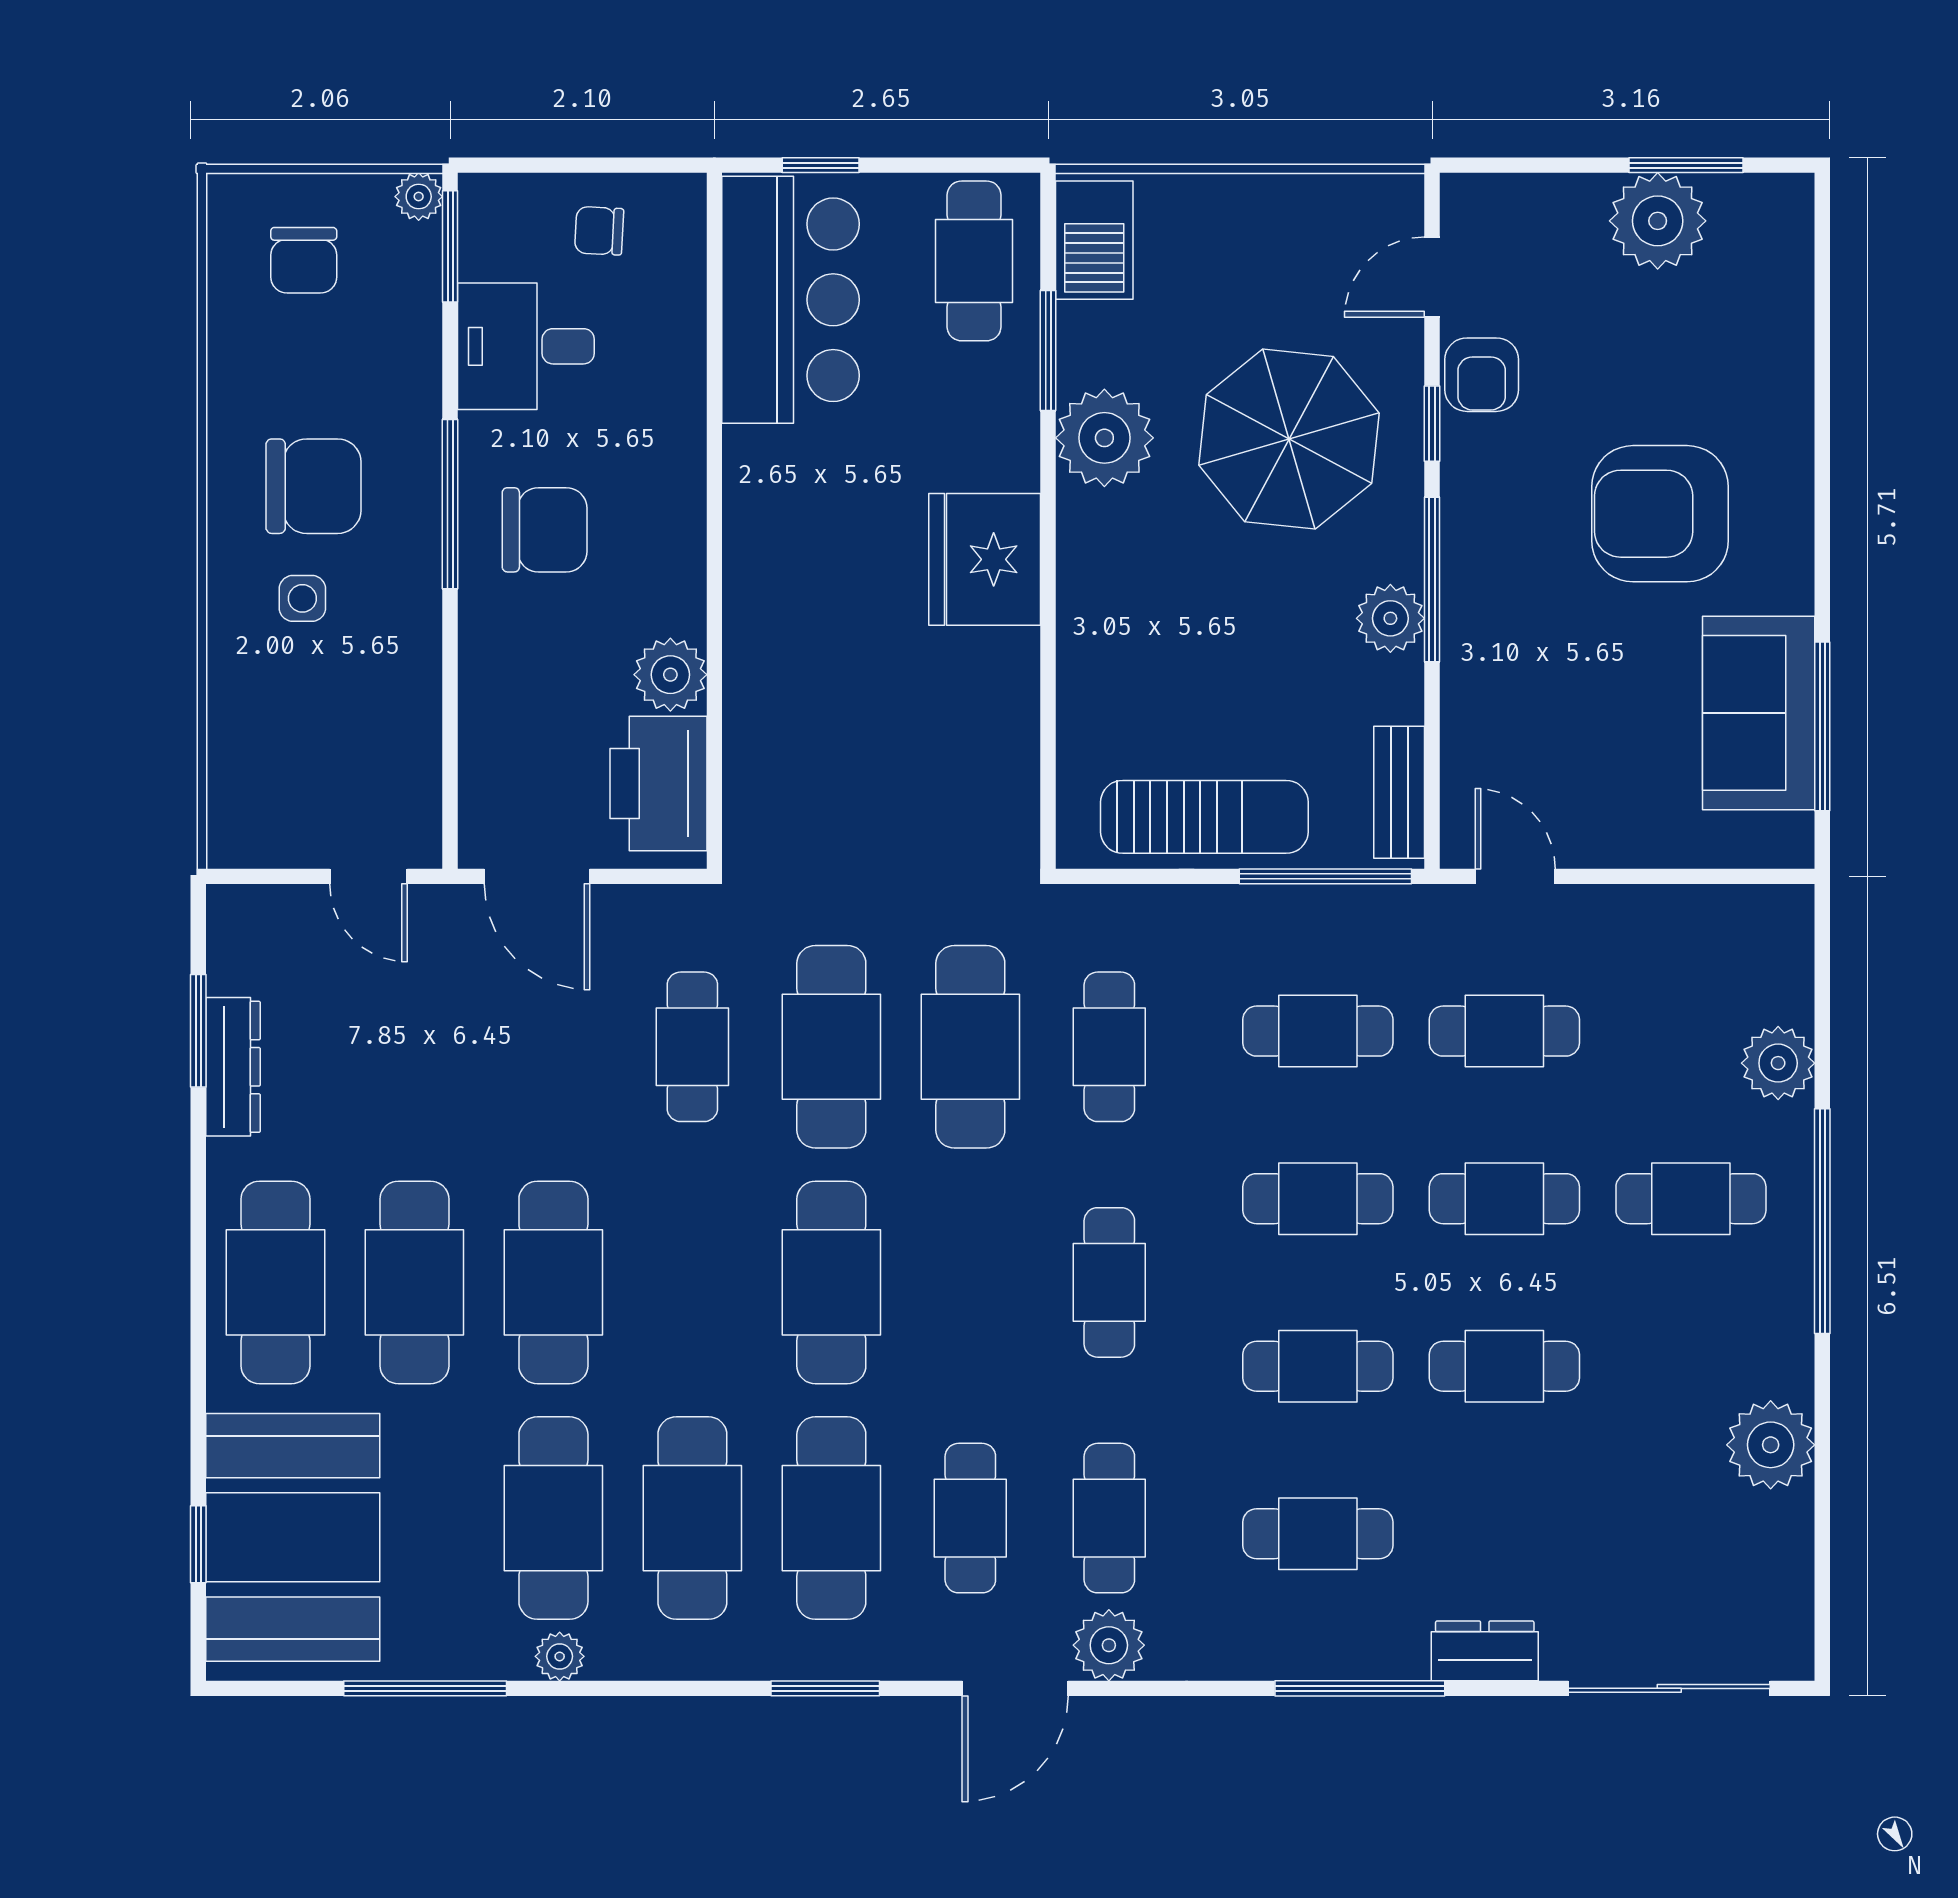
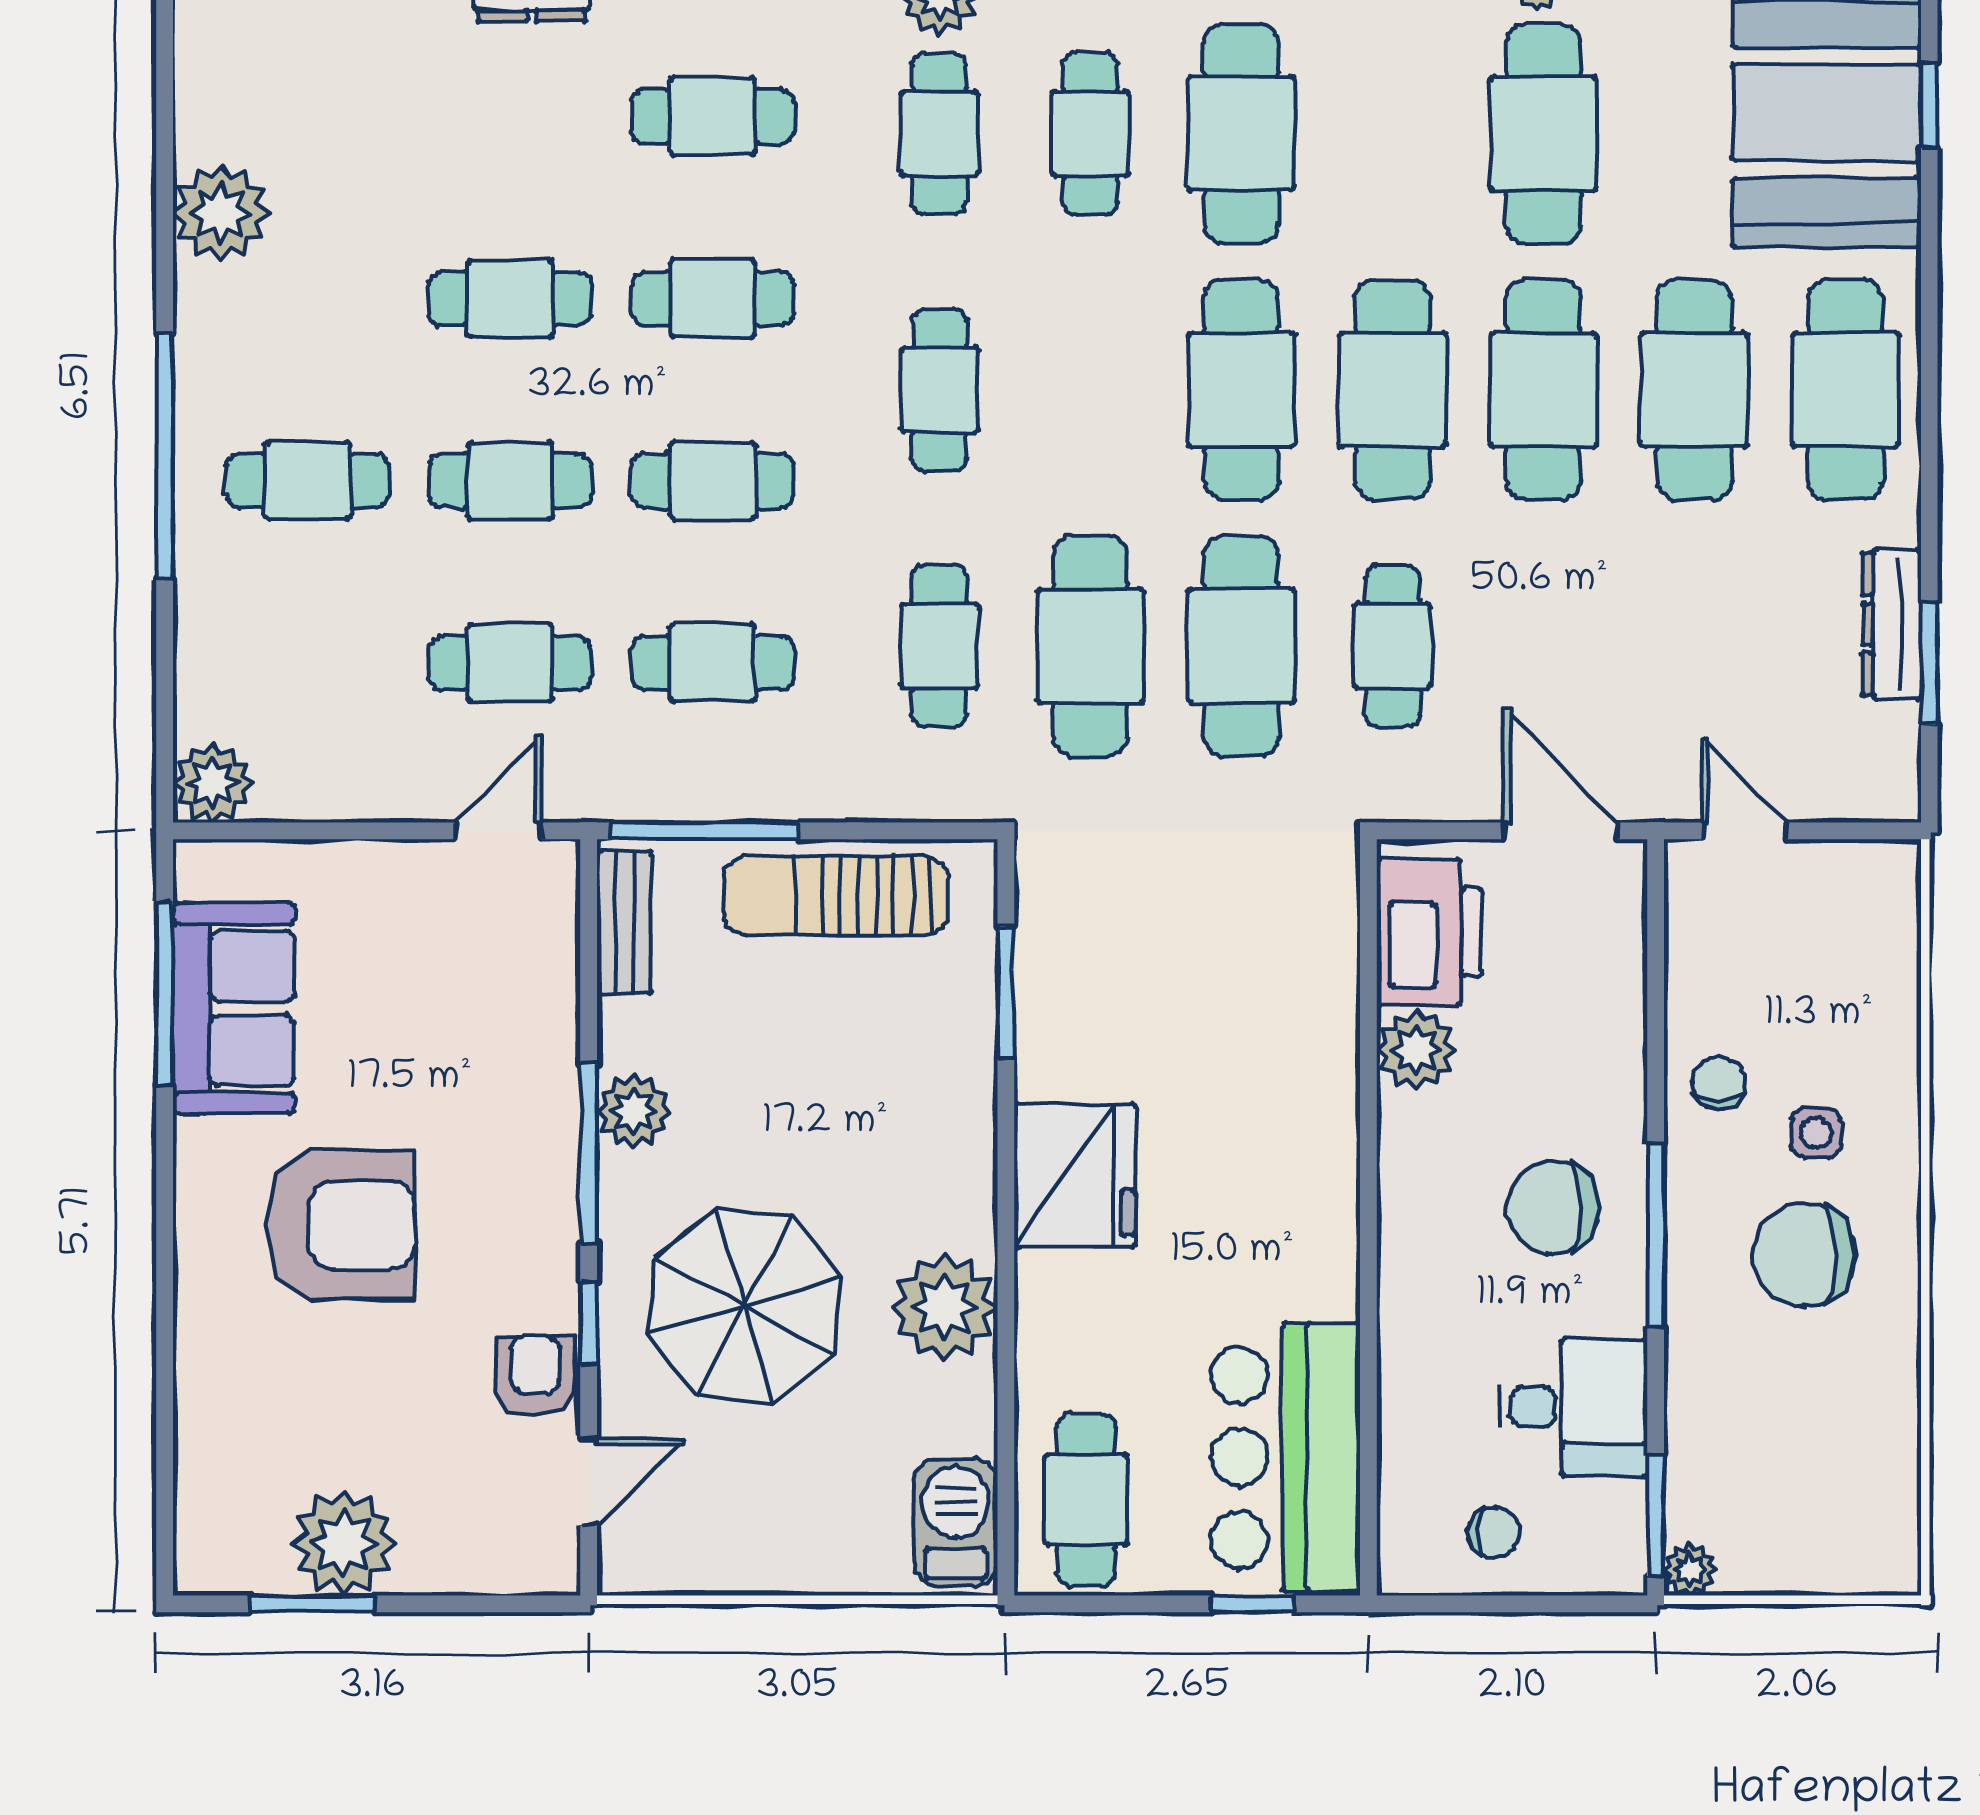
chair: (304, 260) -> (1718, 1083), moved, width x0.73, depth x0.73
window: (1048, 351) -> (1006, 992), moved
door: (1515, 876) -> (498, 831), swing flipped
plant: (1778, 1063) -> (213, 783), moved
cafe table: (692, 1518) -> (1392, 390), moved

